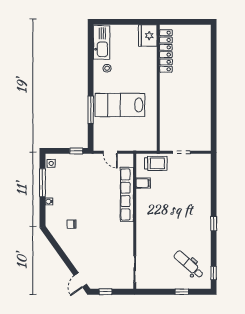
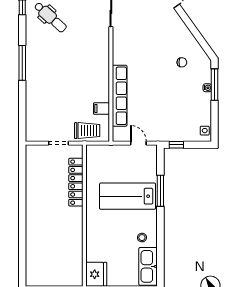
locker: (166, 51) -> (76, 182), moved
lab bench: (120, 105) -> (128, 196), turned 180
trolley: (156, 163) -> (87, 131), turned 180
window: (42, 183) -> (215, 85), moved
window: (214, 224) -> (22, 63), width x2.17

